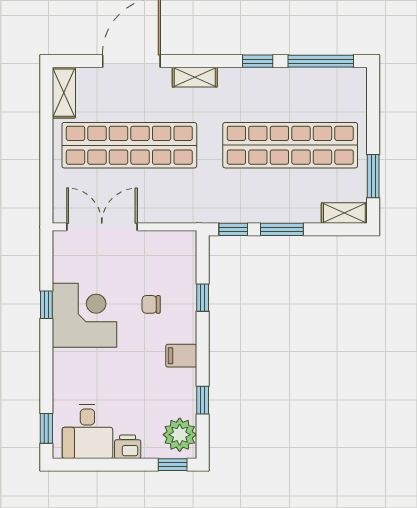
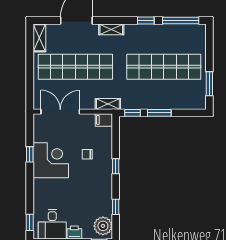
shelving: (344, 213) -> (108, 104), moved
window: (203, 298) -> (116, 166), moved
filing cabinet: (181, 356) -> (104, 120), moved

